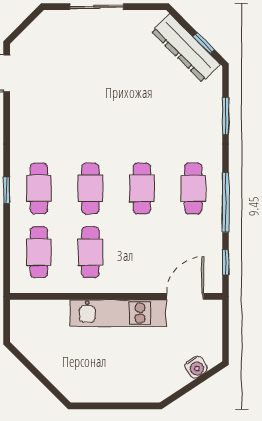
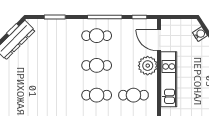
plant: (141, 277) -> (148, 66), added

